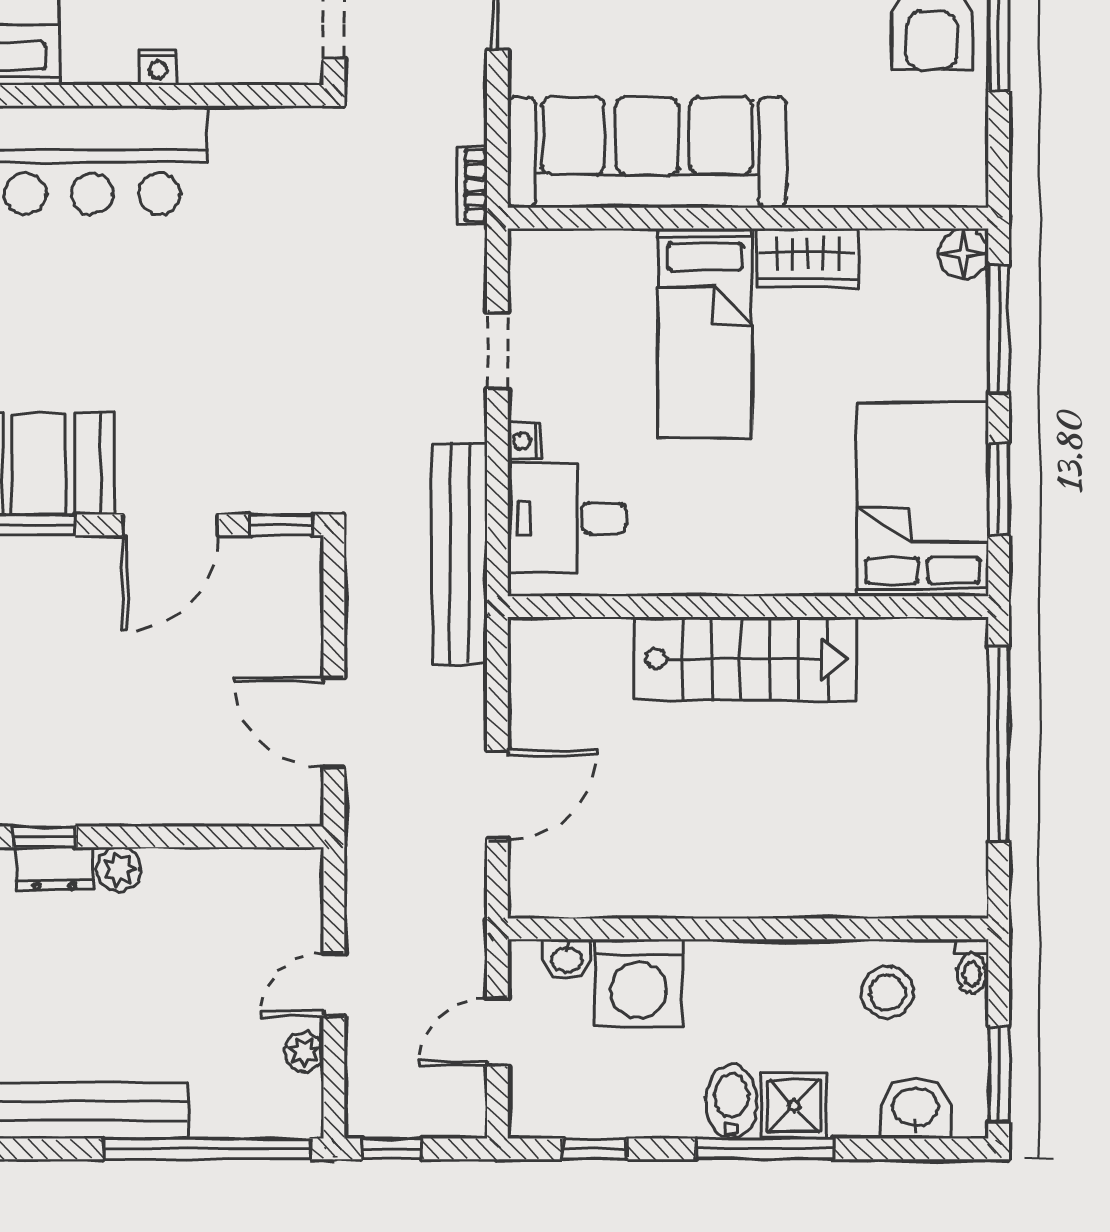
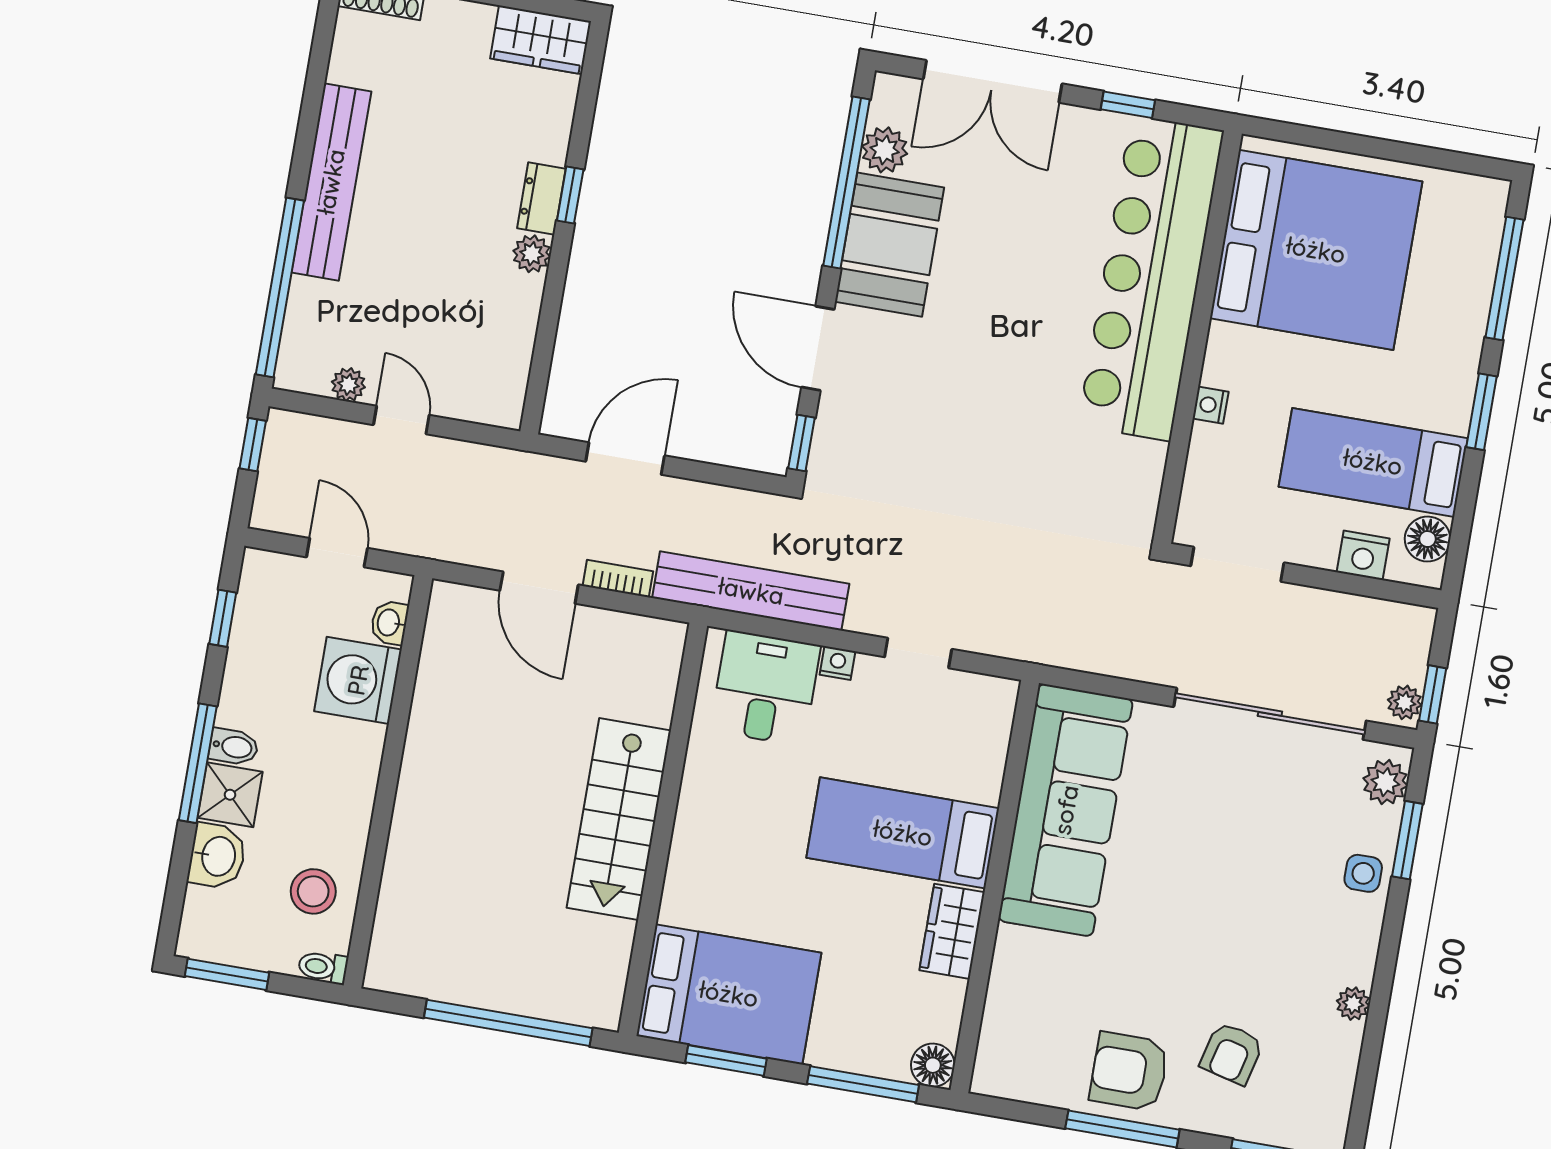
bookcase: (472, 185) -> (618, 579), moved
bidet: (731, 1101) -> (234, 747), width x0.72, depth x0.74
washbasin: (916, 1108) -> (217, 856), moved

